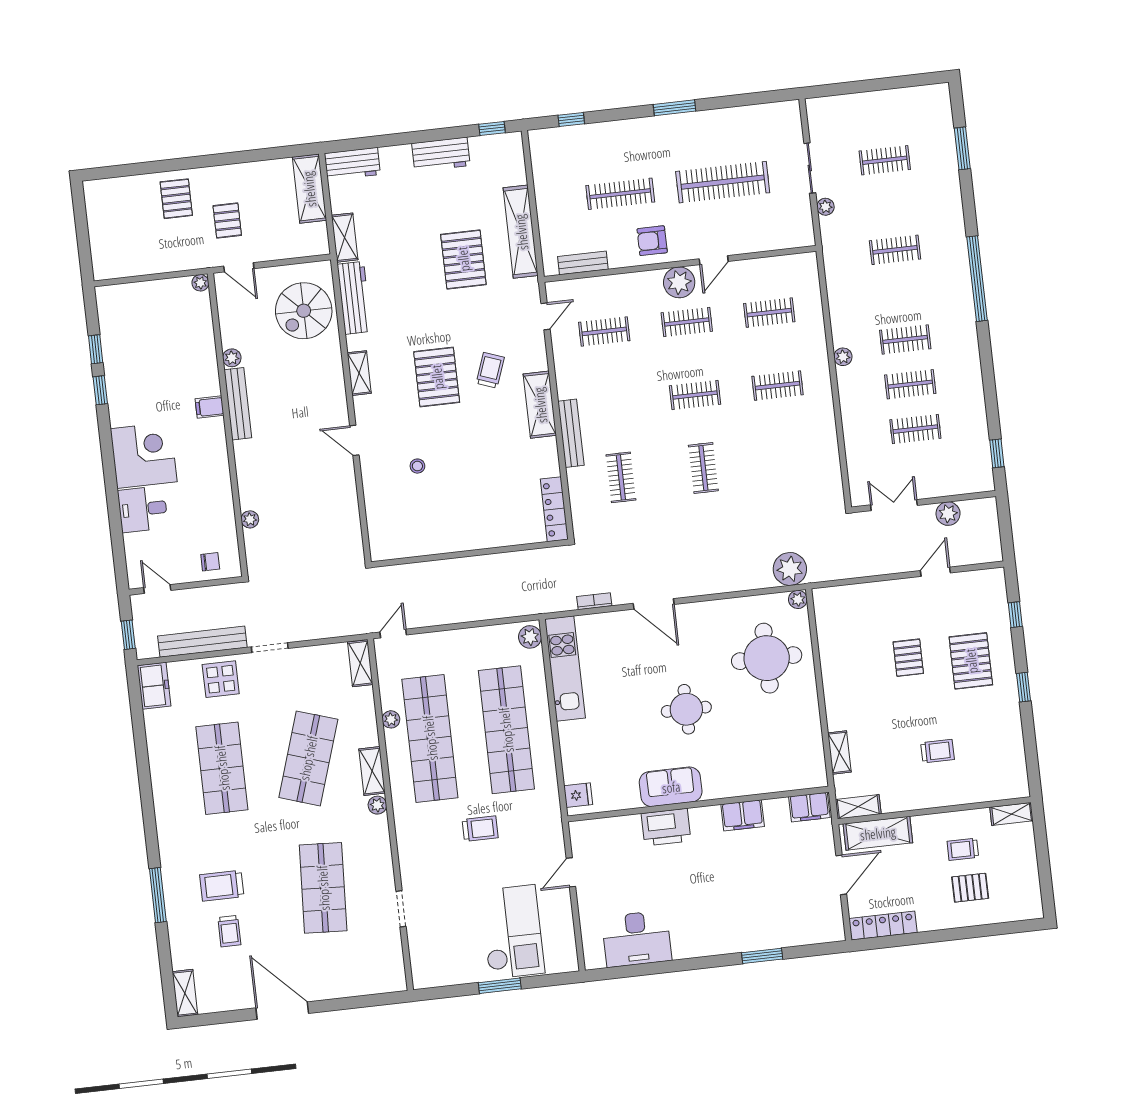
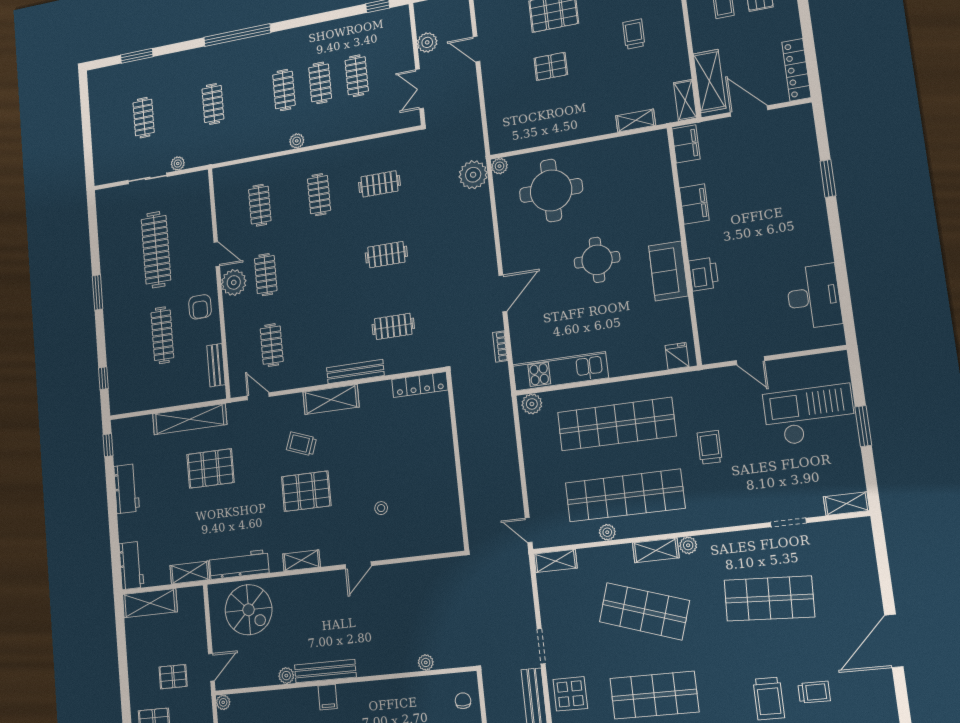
clothes rail: (695, 395) -> (379, 184), moved, turned 90
printer: (666, 827) -> (704, 274), width x0.73, depth x0.84
shelving: (420, 967) -> (846, 504), added

